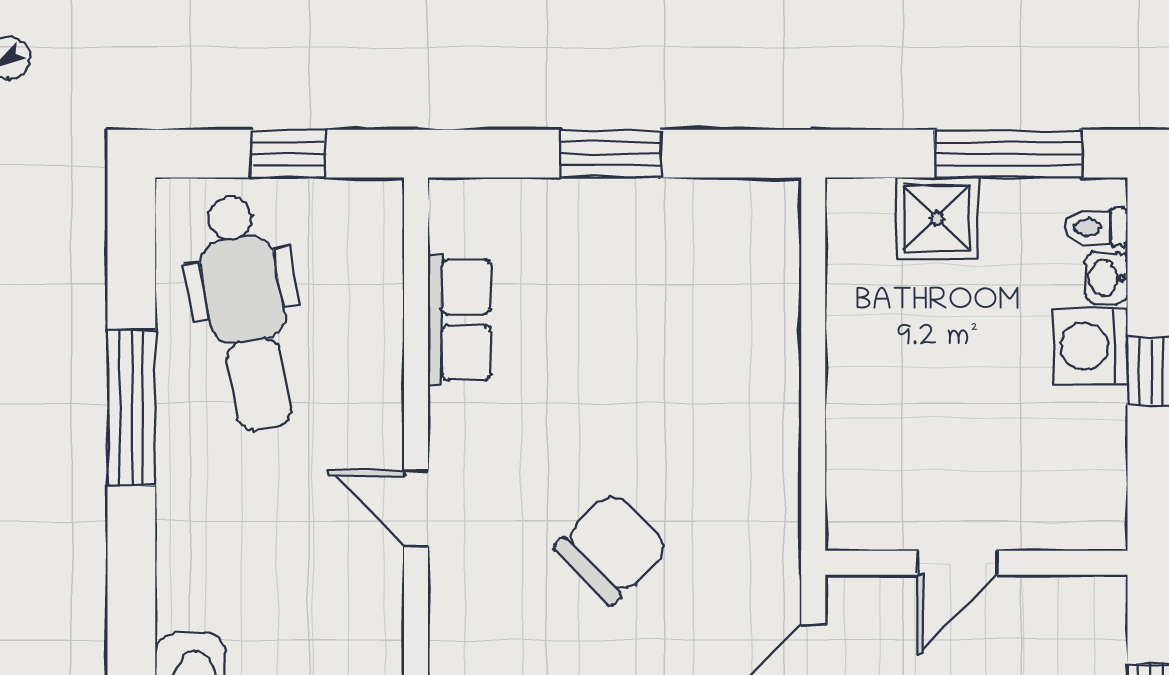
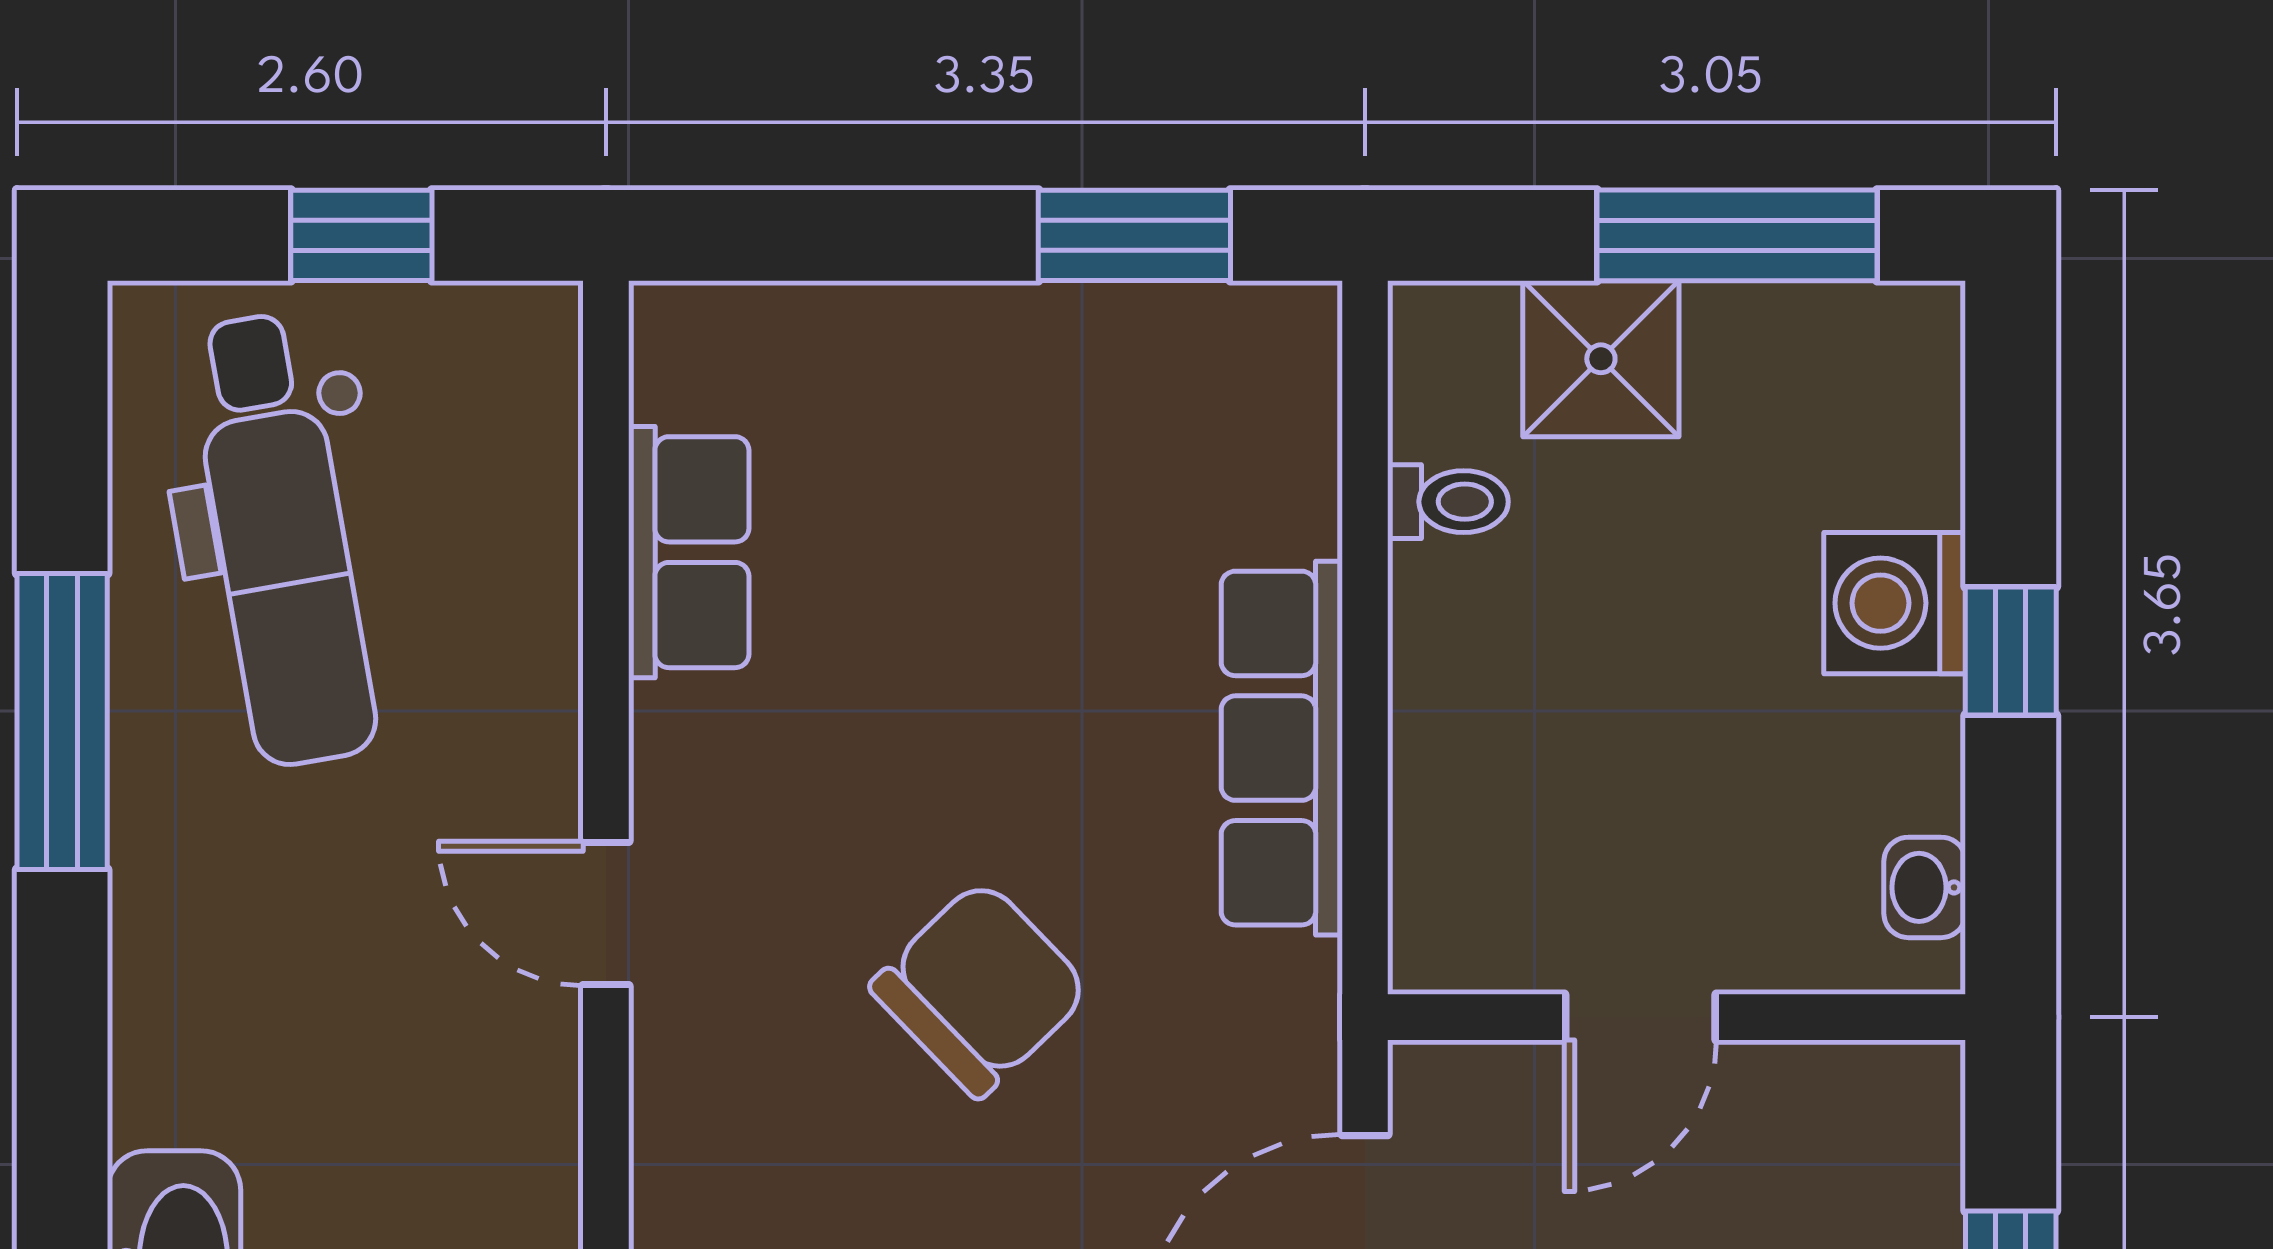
window: (611, 154) -> (1134, 235), moved
toilet: (1096, 228) -> (1448, 502), moved, turned 180
washbasin: (1106, 278) -> (1925, 887), moved
row of seats: (770, 422) -> (1282, 748), added

